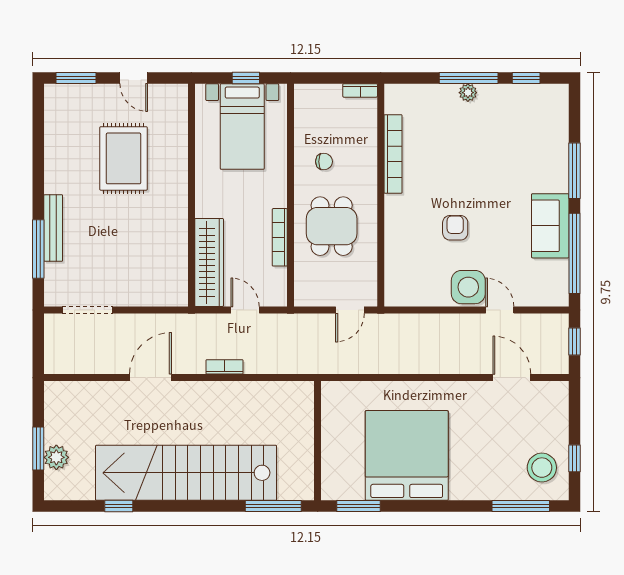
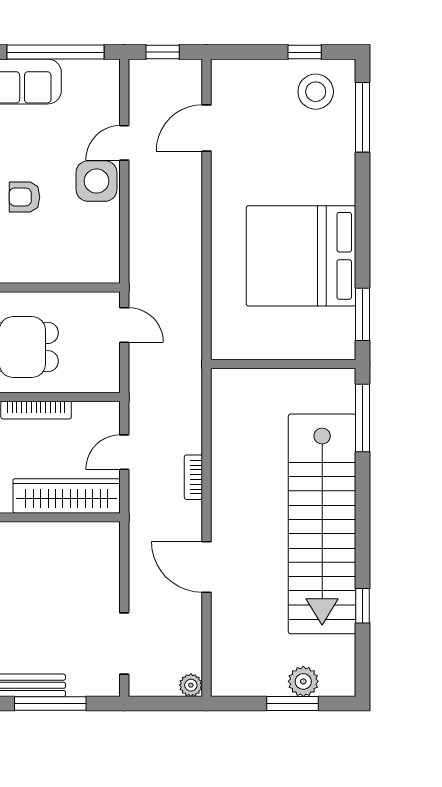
plant: (53, 365) -> (191, 685), added

